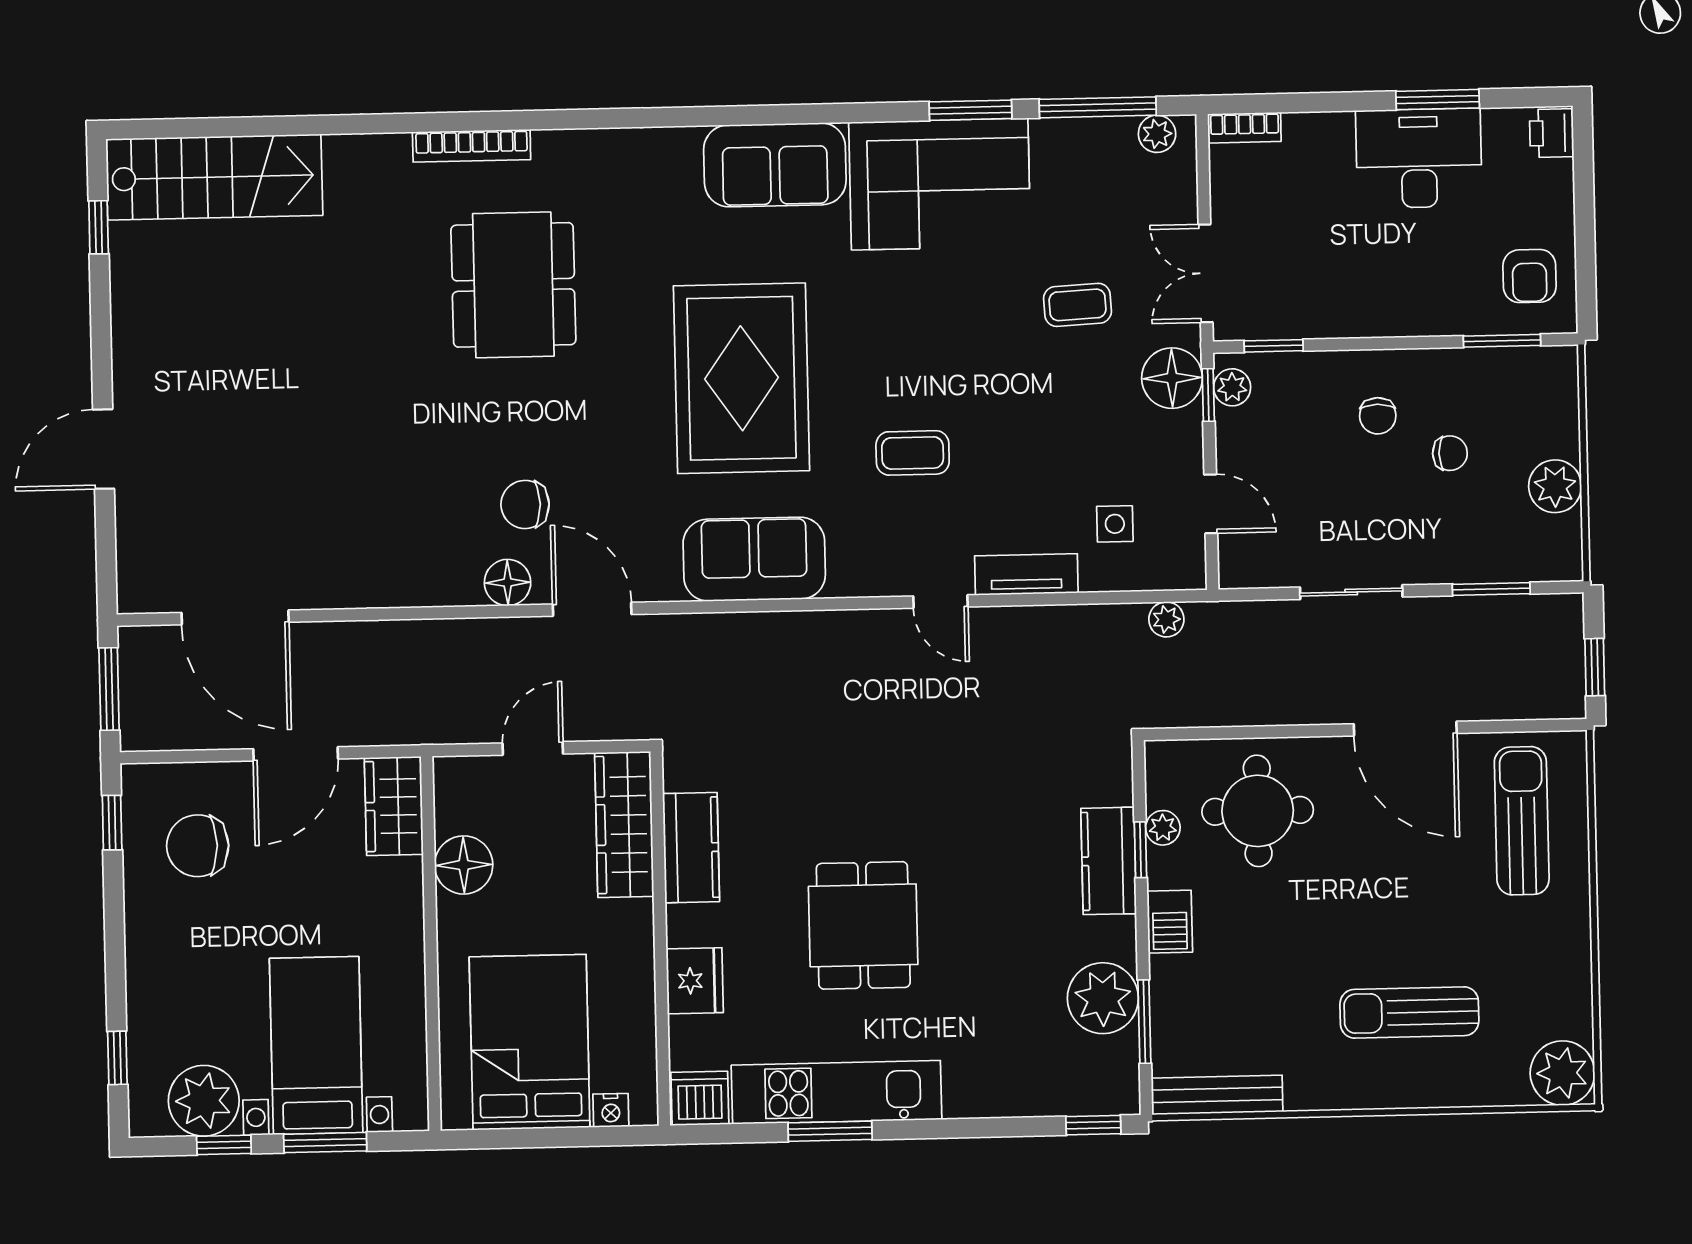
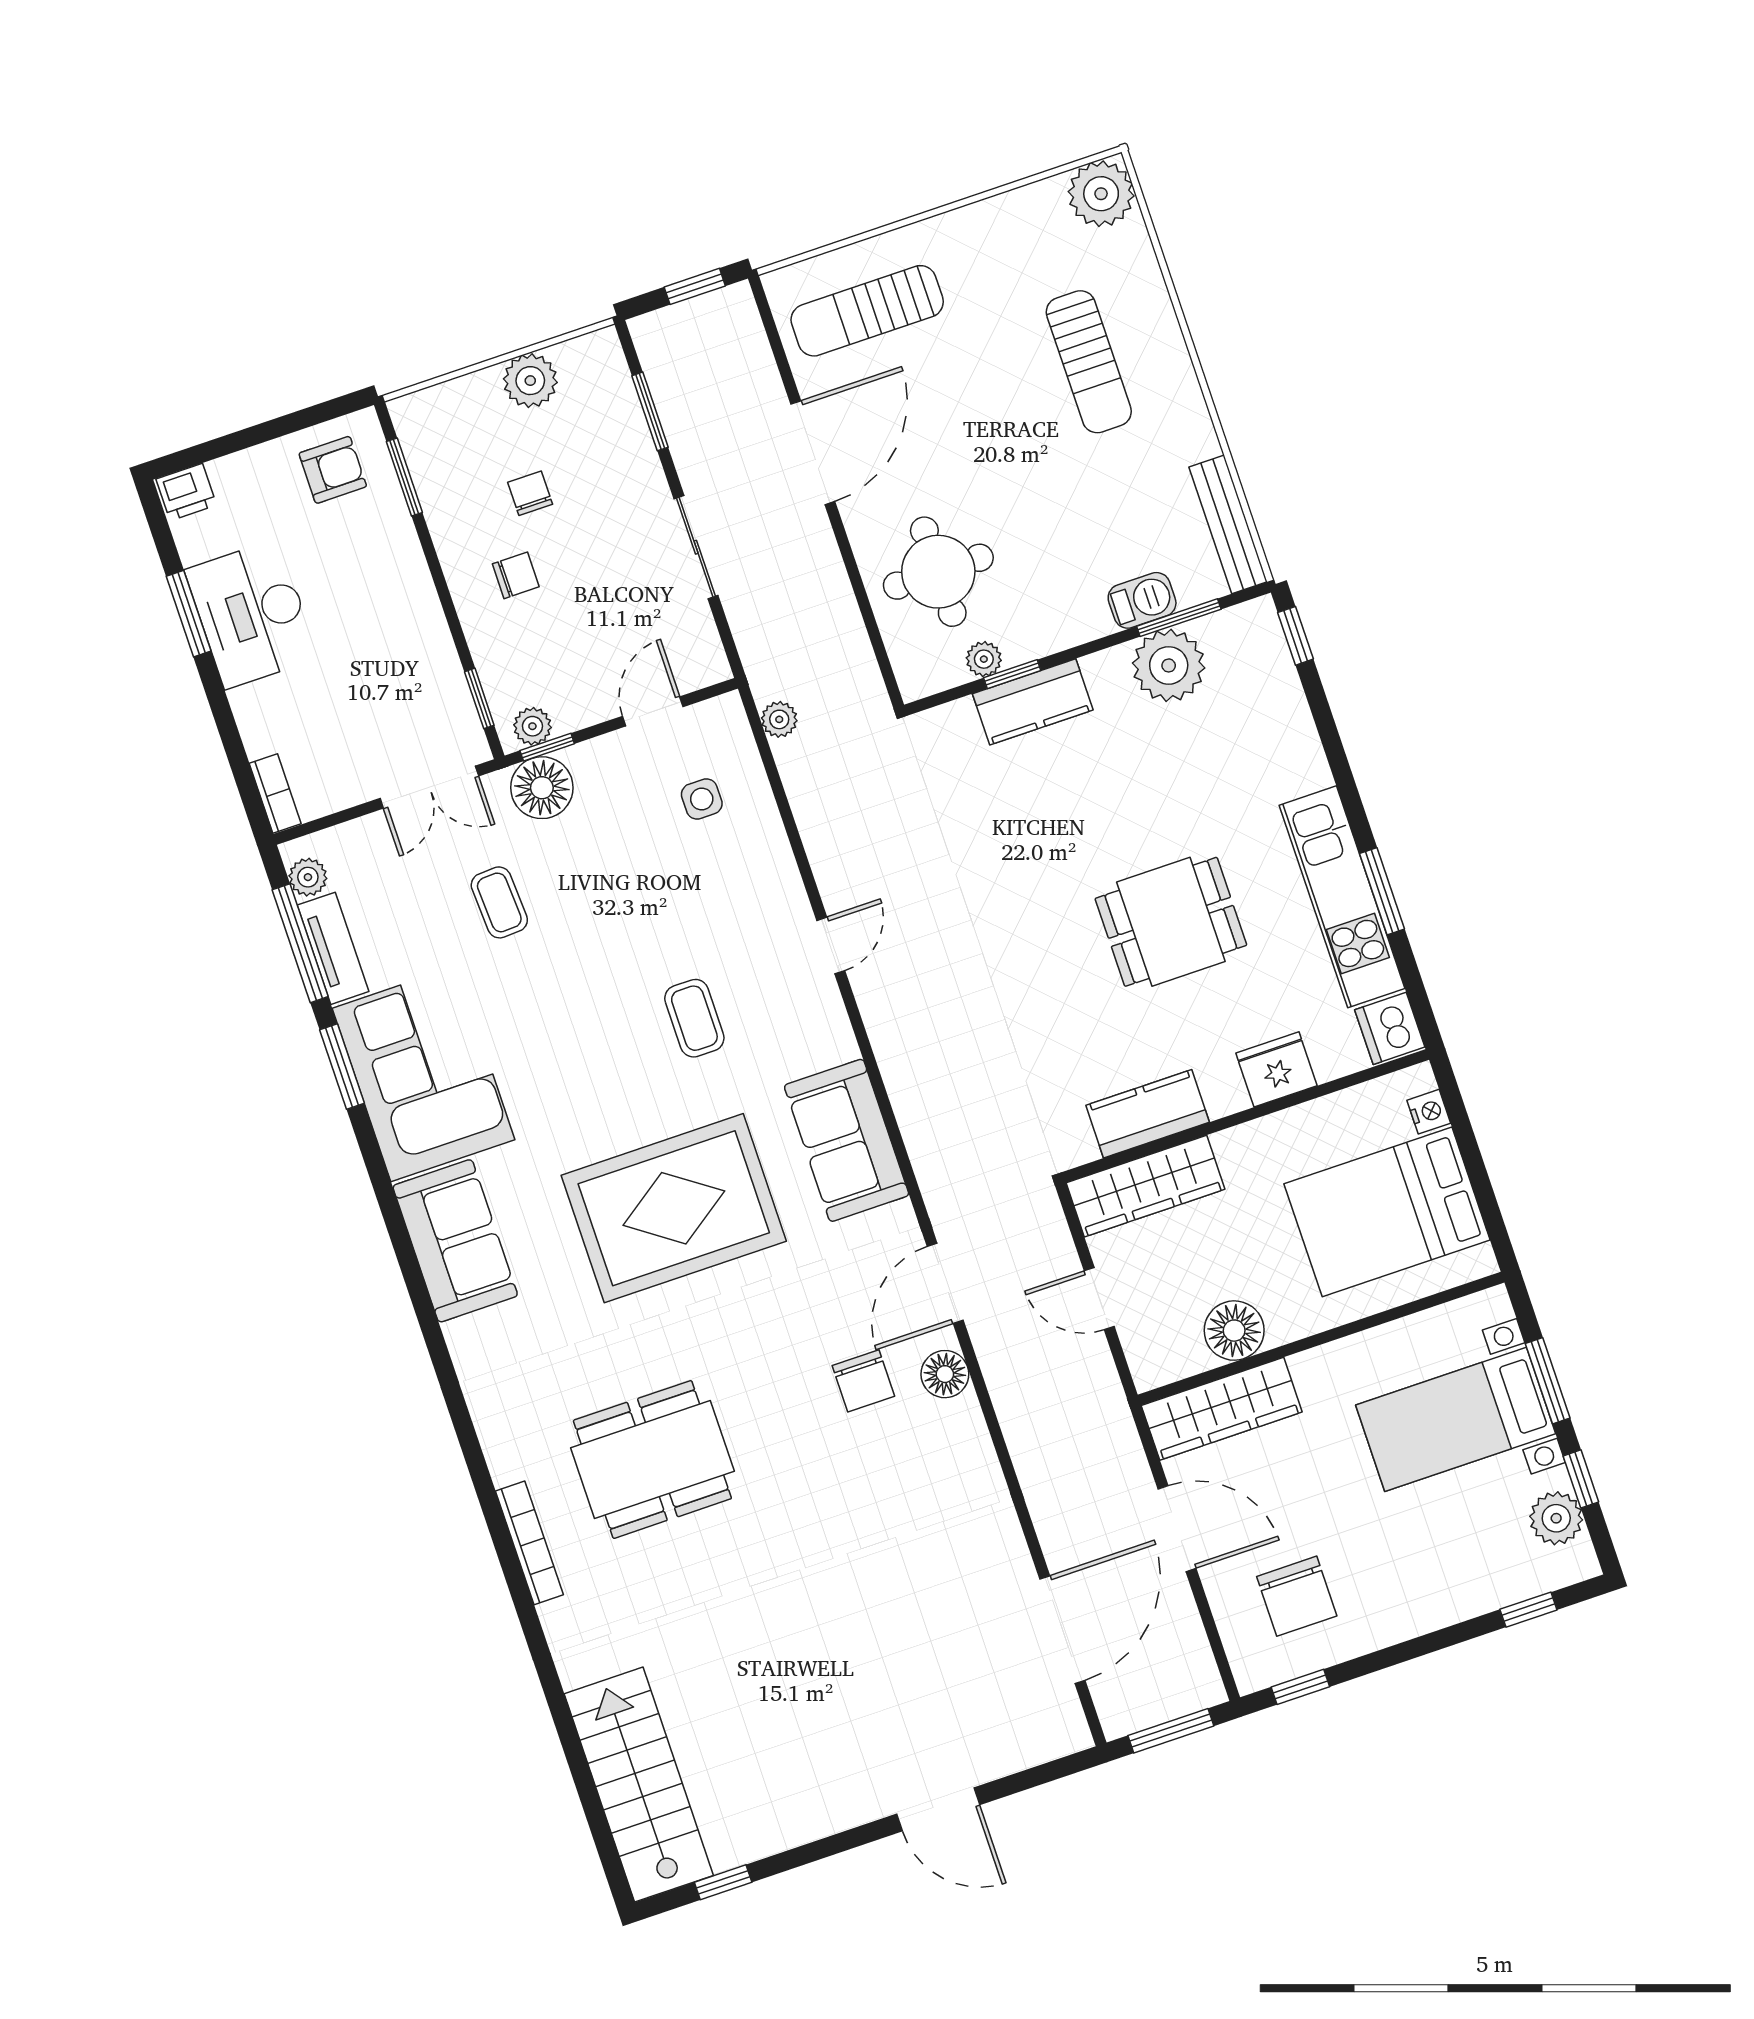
tv unit: (1026, 574) -> (333, 948), moved, turned 180
wardrobe: (394, 806) -> (1222, 1409), width x1.50
barbecue: (1170, 922) -> (1142, 600), moved
plant: (204, 1101) -> (1556, 1518), width x0.73, depth x0.73

